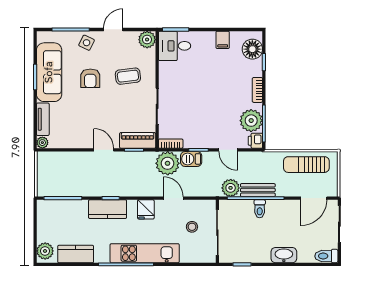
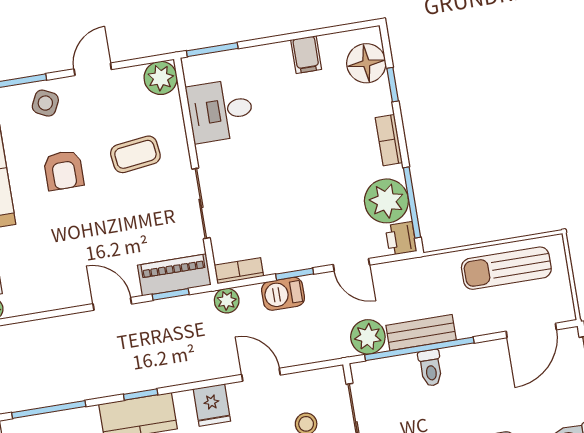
desk: (175, 46) -> (220, 111), moved
plant: (168, 163) -> (227, 301), width x0.53, depth x0.53

